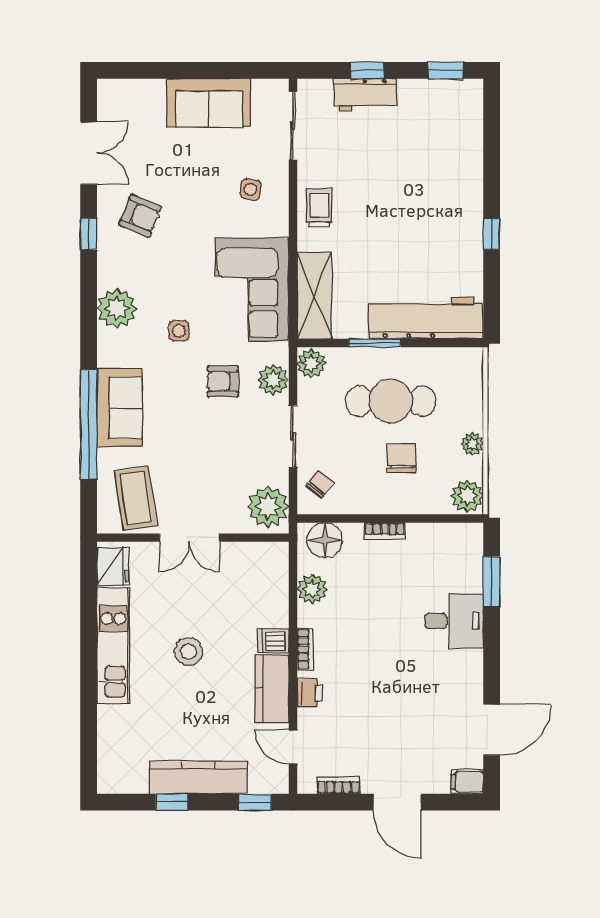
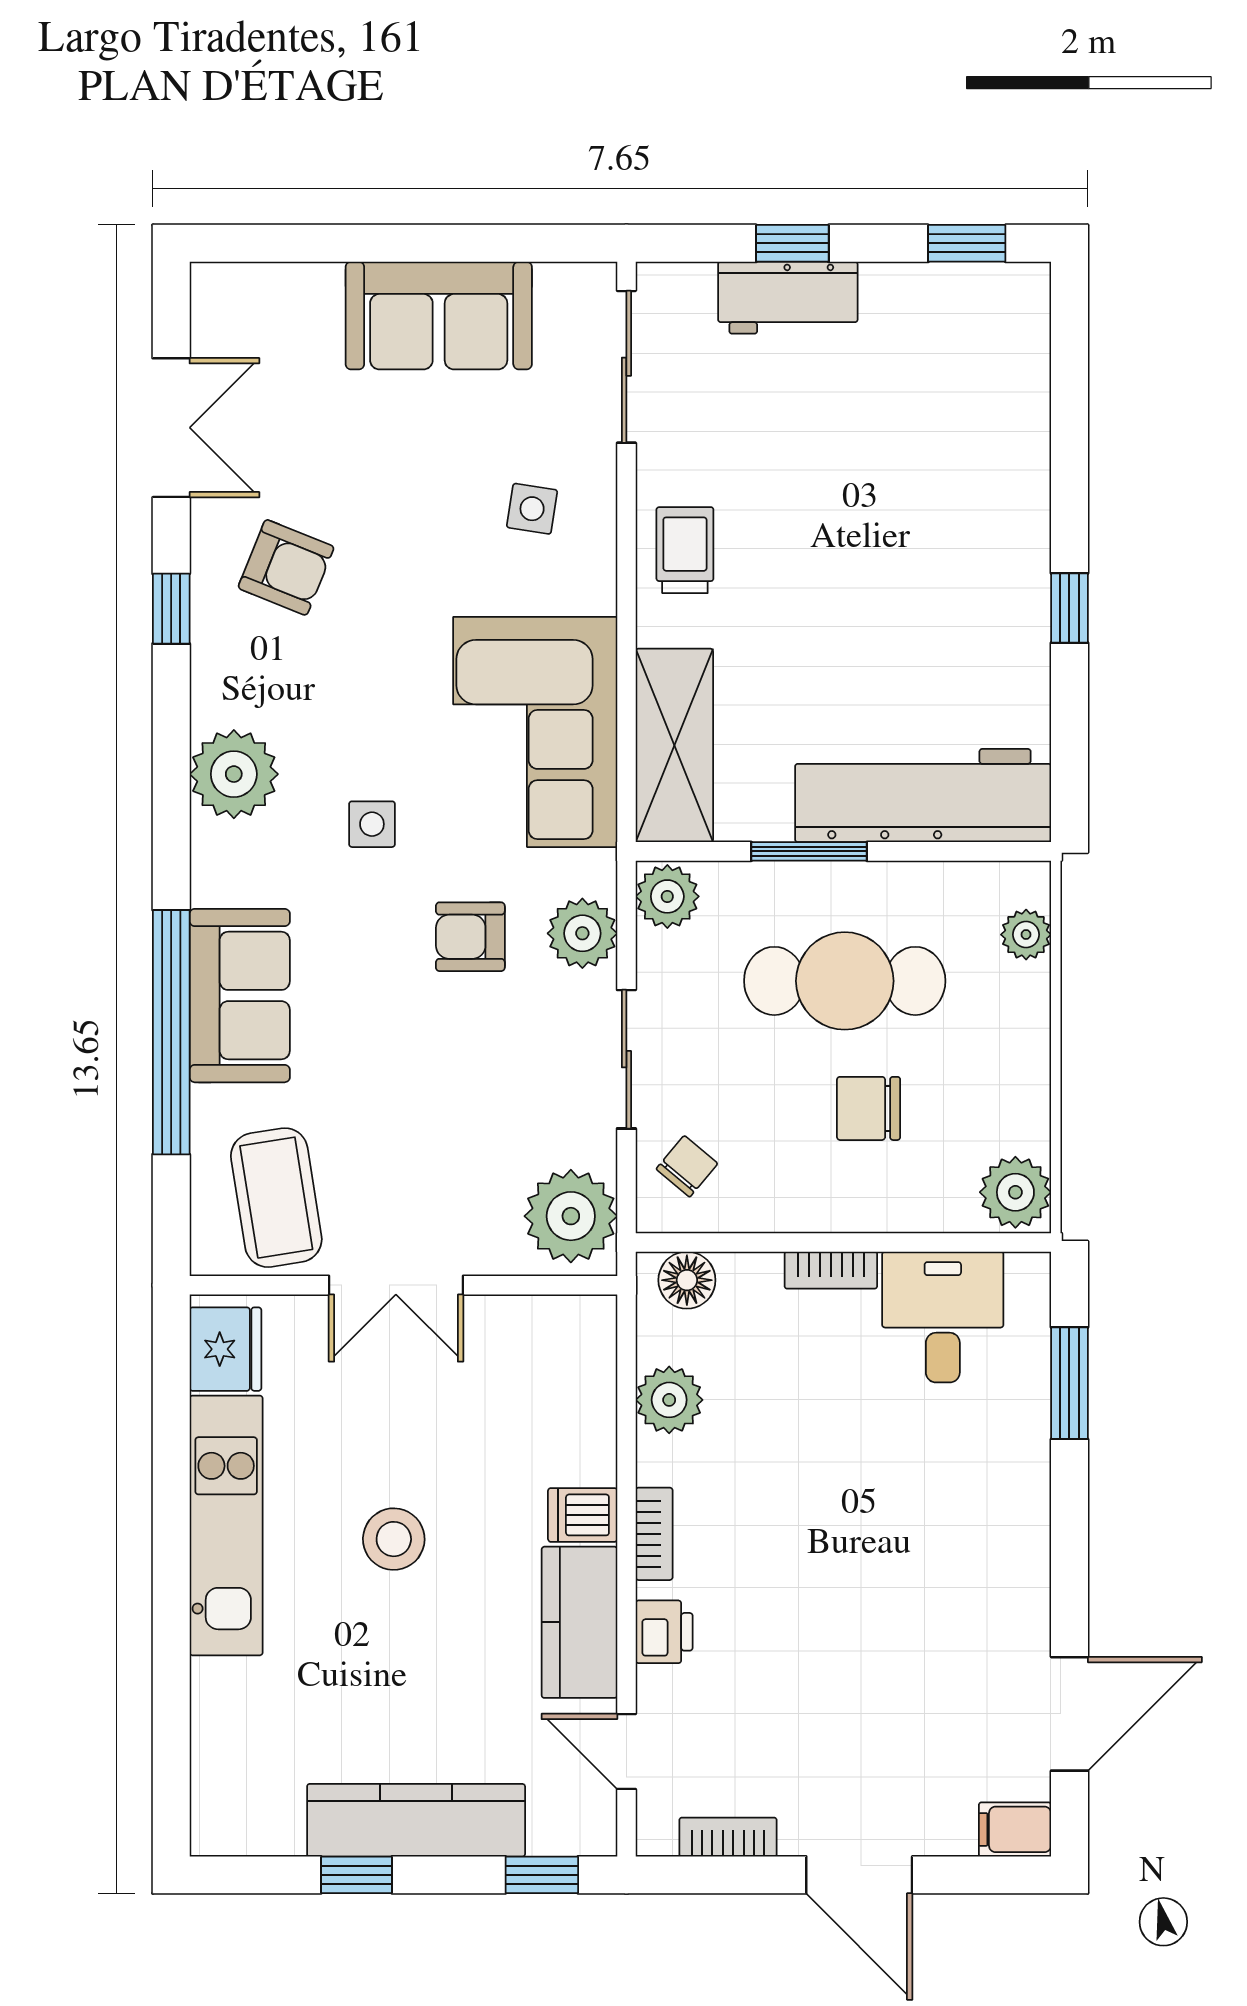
plant: (472, 444) -> (1026, 935), moved
chair: (402, 458) -> (869, 1108), turned -90
floor lamp: (325, 540) -> (687, 1280), width x0.73, depth x0.73
desk: (454, 621) -> (943, 1317), moved, turned -90

